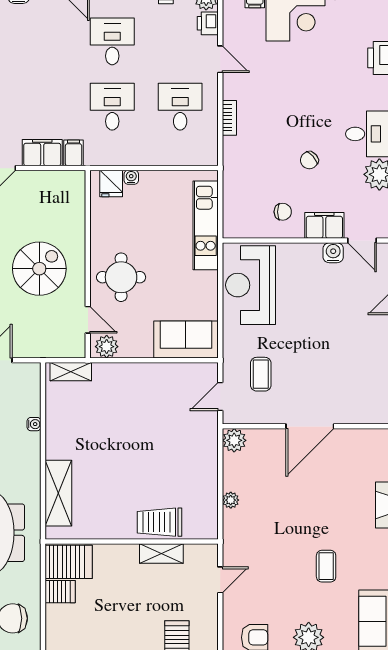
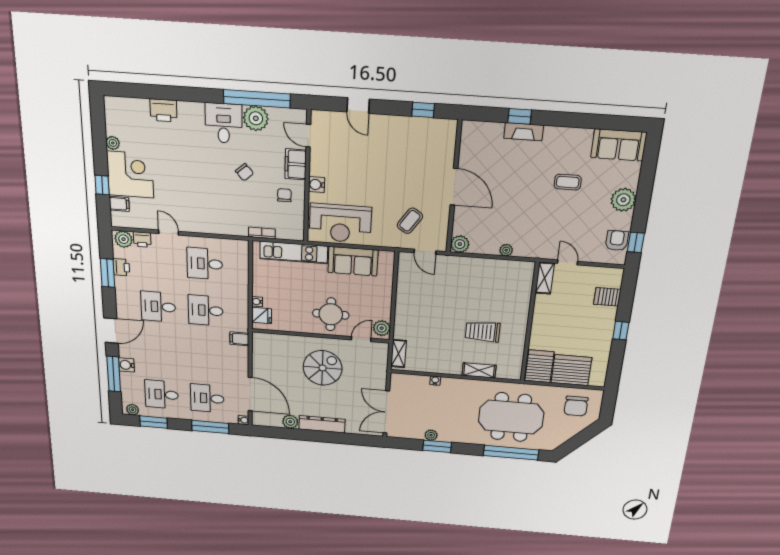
door: (220, 59) -> (169, 233), hinge flipped
bookcase: (229, 118) -> (262, 233), moved
filing cabinet: (42, 153) -> (239, 359), removed
door: (362, 241) -> (308, 136), swing flipped
water cooler: (333, 253) -> (317, 185), moved
spiral stairs: (39, 269) -> (323, 368), turned 90
sofa: (186, 339) -> (353, 261), moved, turned -90
coffee table: (261, 374) -> (410, 221), turned -56
shelving: (58, 493) -> (479, 370), width x0.67, depth x0.75
trolley: (159, 522) -> (483, 332), moved, turned 90
shelving: (161, 554) -> (545, 278), moved
server rack: (60, 592) -> (571, 370), width x2.18, depth x1.44

